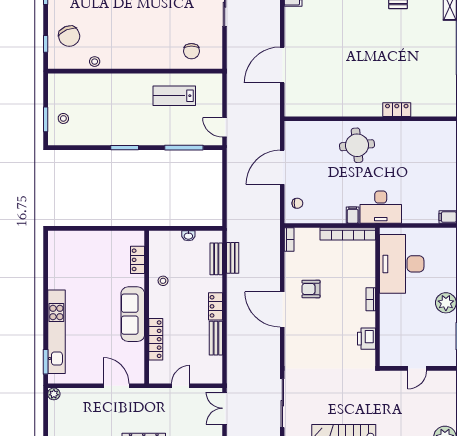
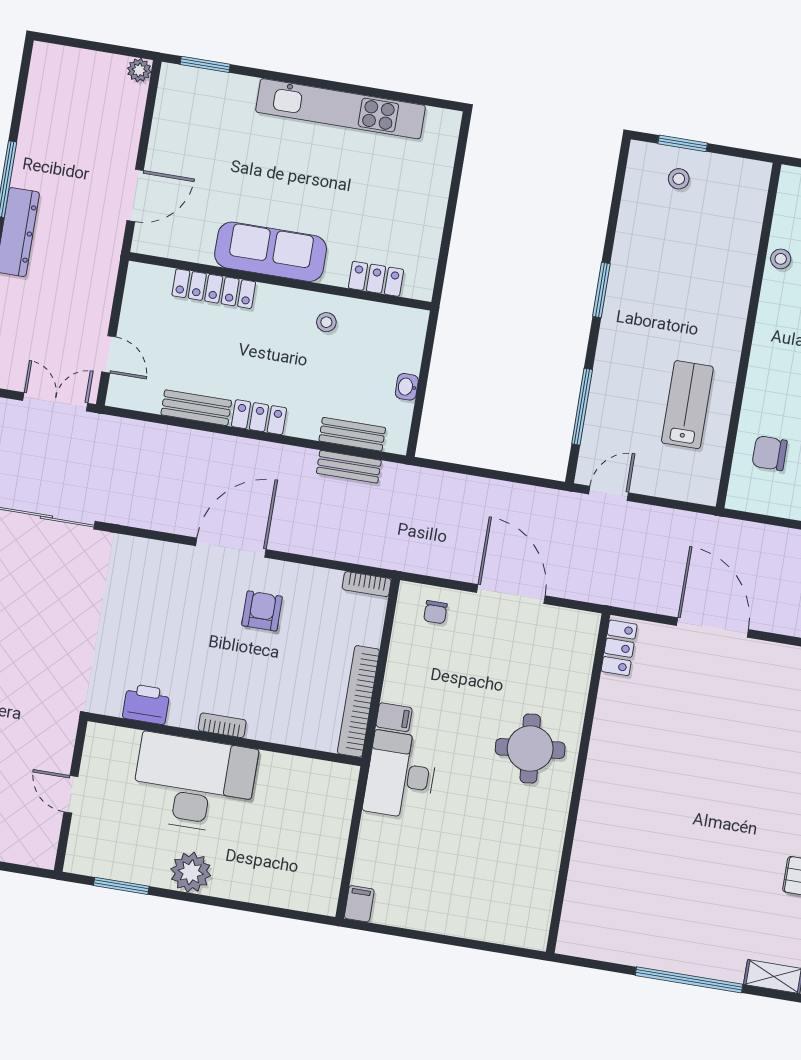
locker: (397, 110) -> (619, 648), moved
desk: (402, 264) -> (194, 783), moved
kitchen unit: (56, 332) -> (341, 109), moved
door: (181, 386) -> (109, 354), moved

